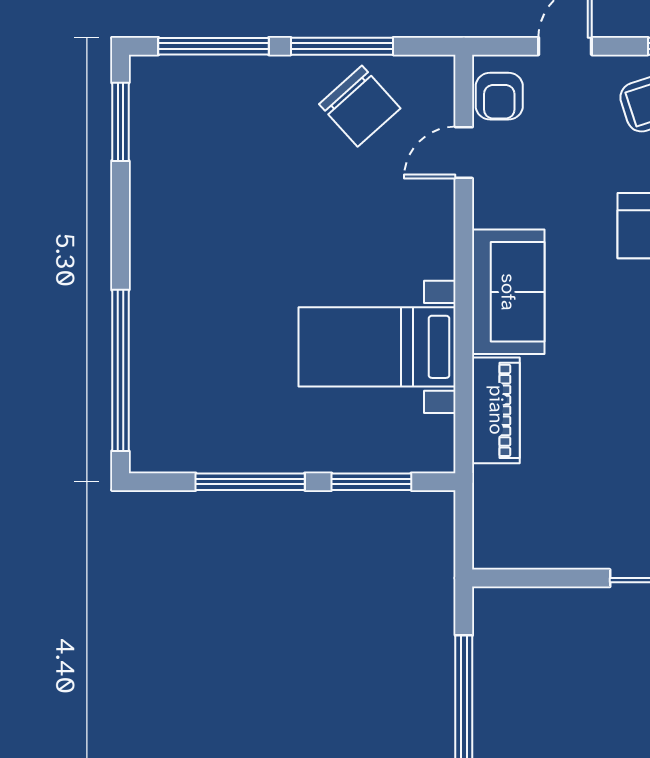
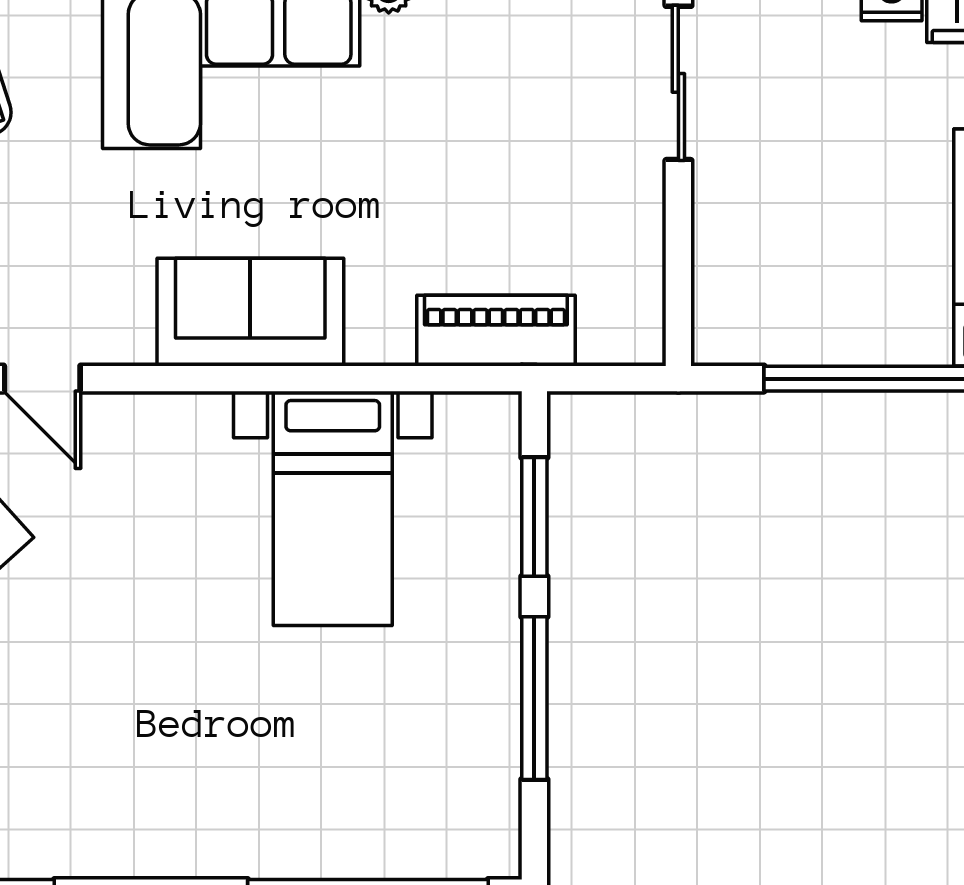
piano: (496, 410) -> (496, 331), moved

